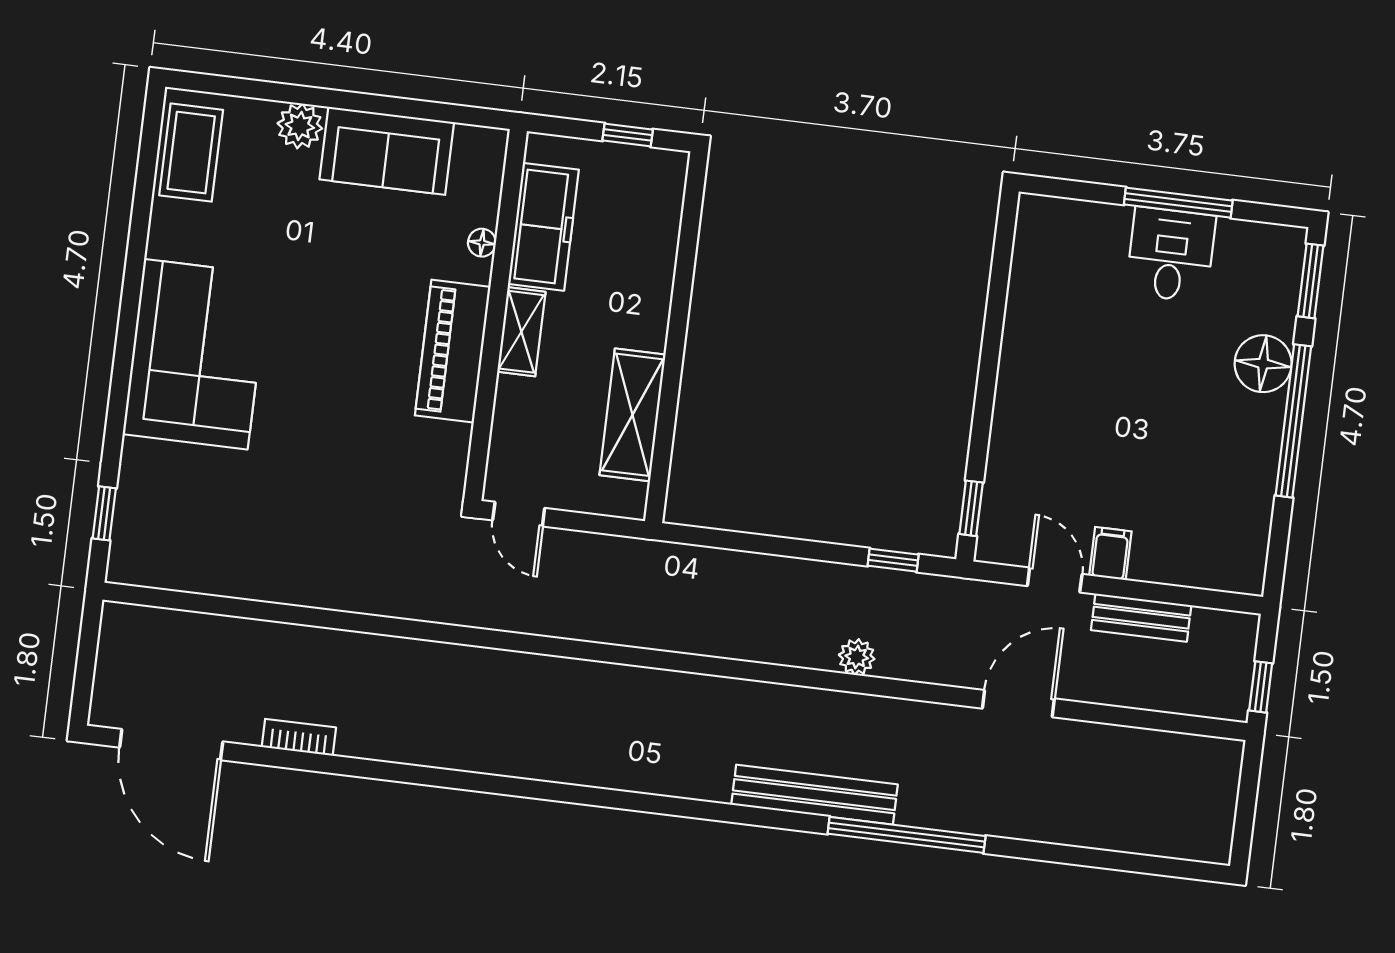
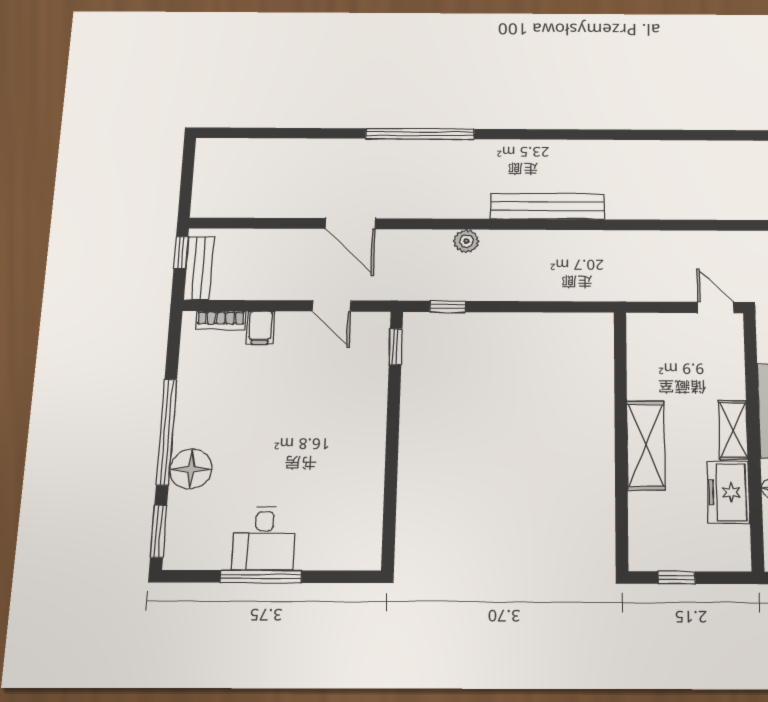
freezer: (543, 227) -> (728, 492), width x0.71
shelving: (633, 415) -> (646, 445), moved
filing cabinet: (1110, 554) -> (260, 328), moved
bookcase: (1211, 577) -> (221, 320), added
bench: (1141, 618) -> (199, 268), moved, turned 90
door: (1018, 704) -> (350, 224), hinge flipped
bench: (815, 795) -> (547, 206), moved

